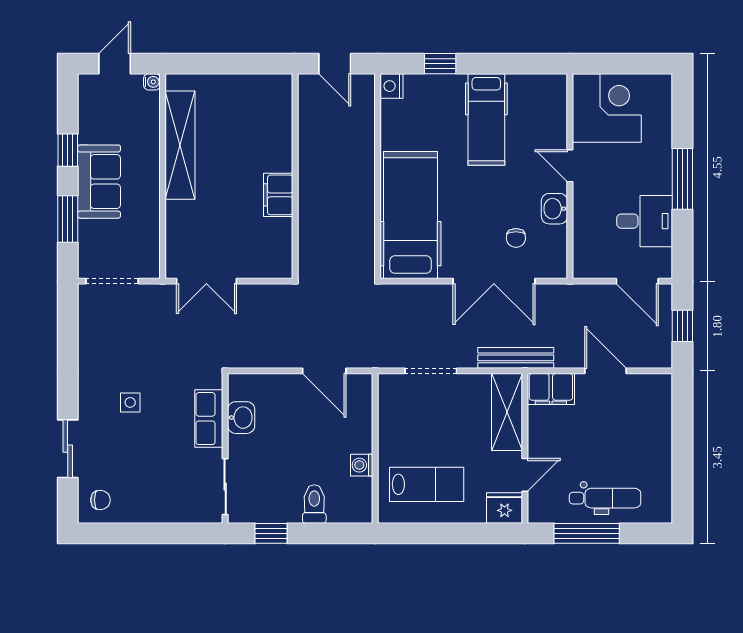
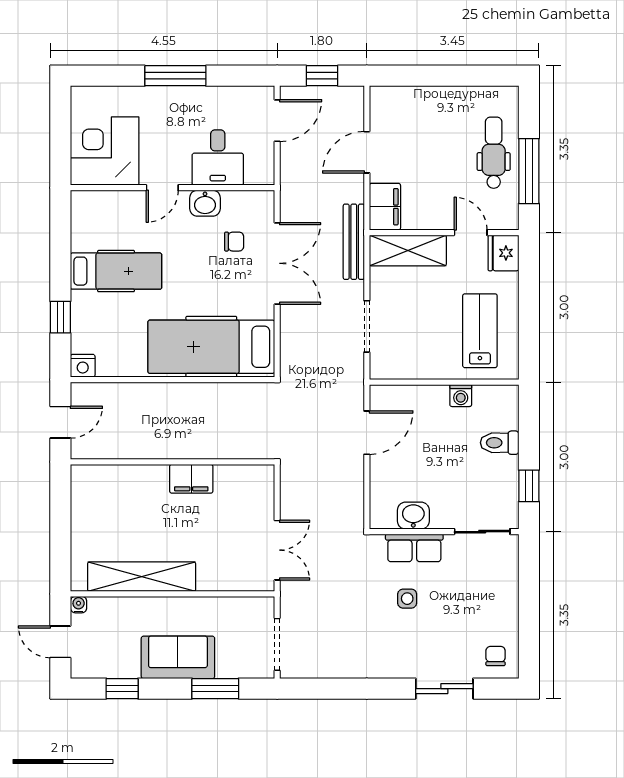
window: (68, 150) -> (122, 689), moved
desk: (645, 221) -> (218, 158), moved, turned 180
side table: (130, 402) -> (407, 599), moved

